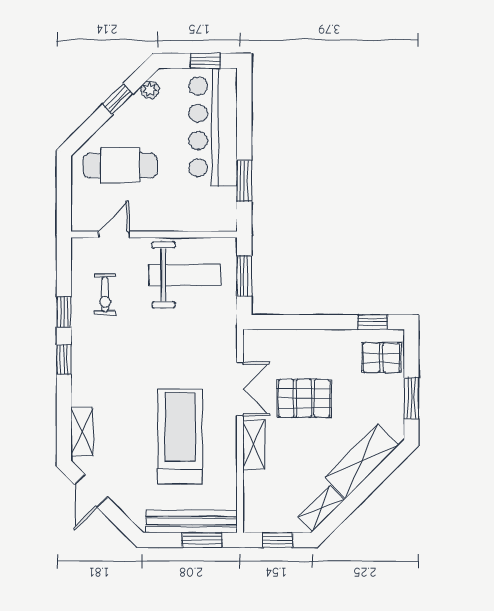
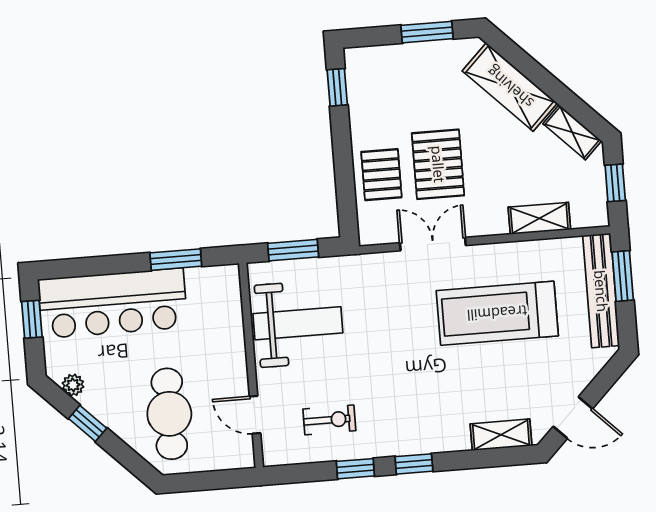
weight bench: (185, 275) -> (298, 323), turned 90
pallet: (381, 358) -> (381, 175), moved
shelving: (254, 445) -> (539, 218), moved

